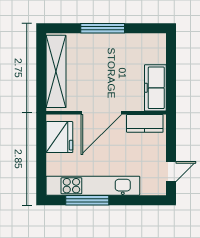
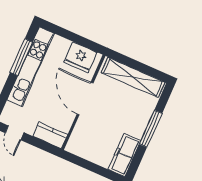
freezer: (155, 88) -> (124, 155), moved, turned -90
kitchen counter: (145, 123) -> (50, 135), moved, turned 90

